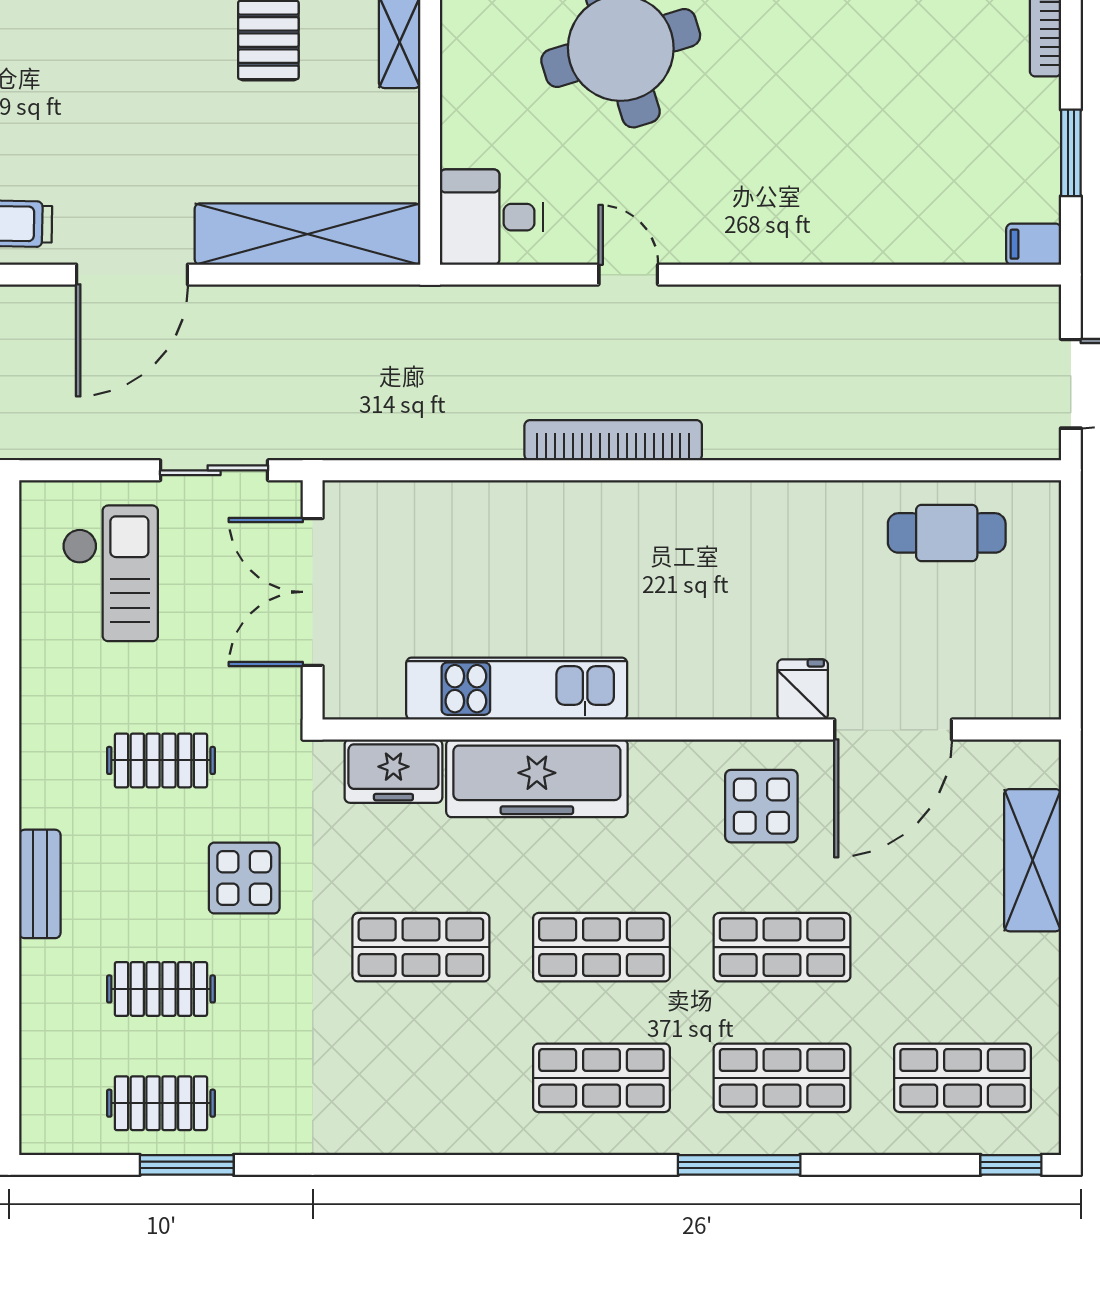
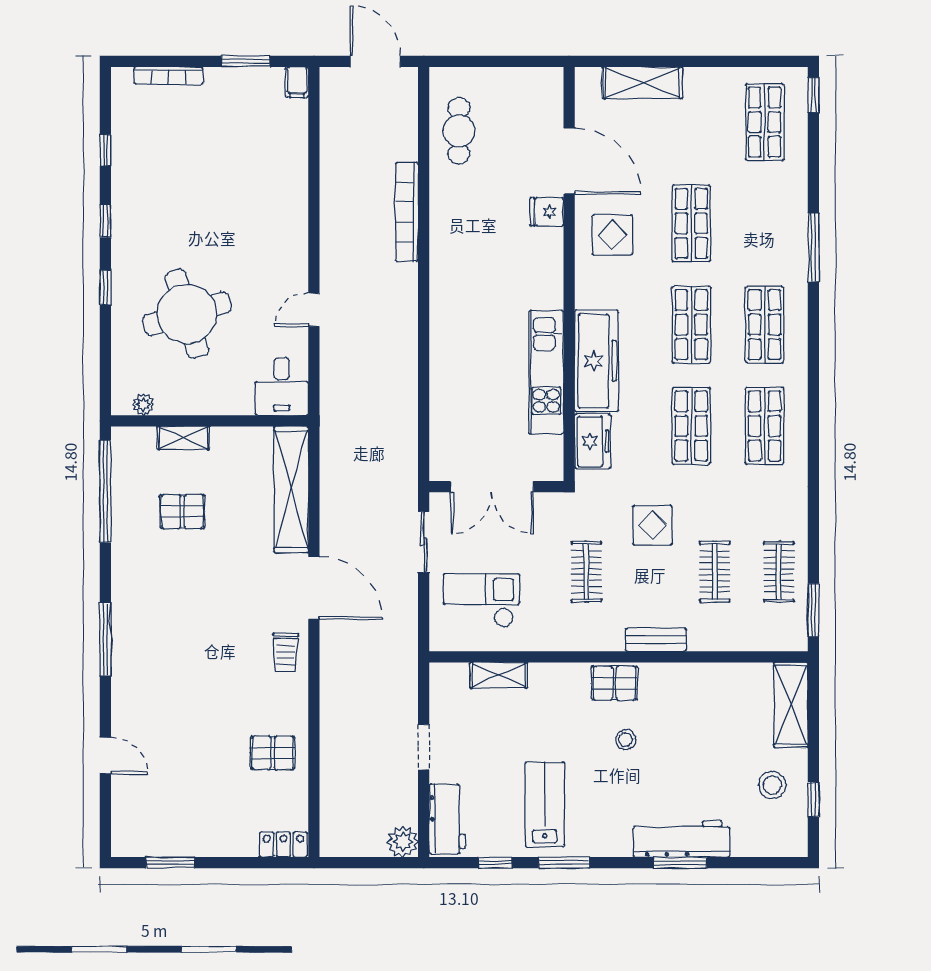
bookcase: (613, 440) -> (407, 212), moved
shop shelf: (782, 1078) -> (765, 426), moved
window: (187, 1165) -> (813, 610), moved

